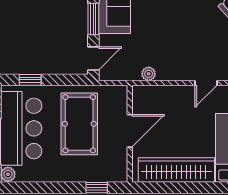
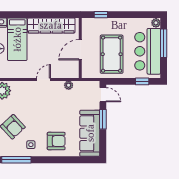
door: (93, 58) -> (103, 95), swing flipped
door: (206, 83) -> (44, 80), moved

